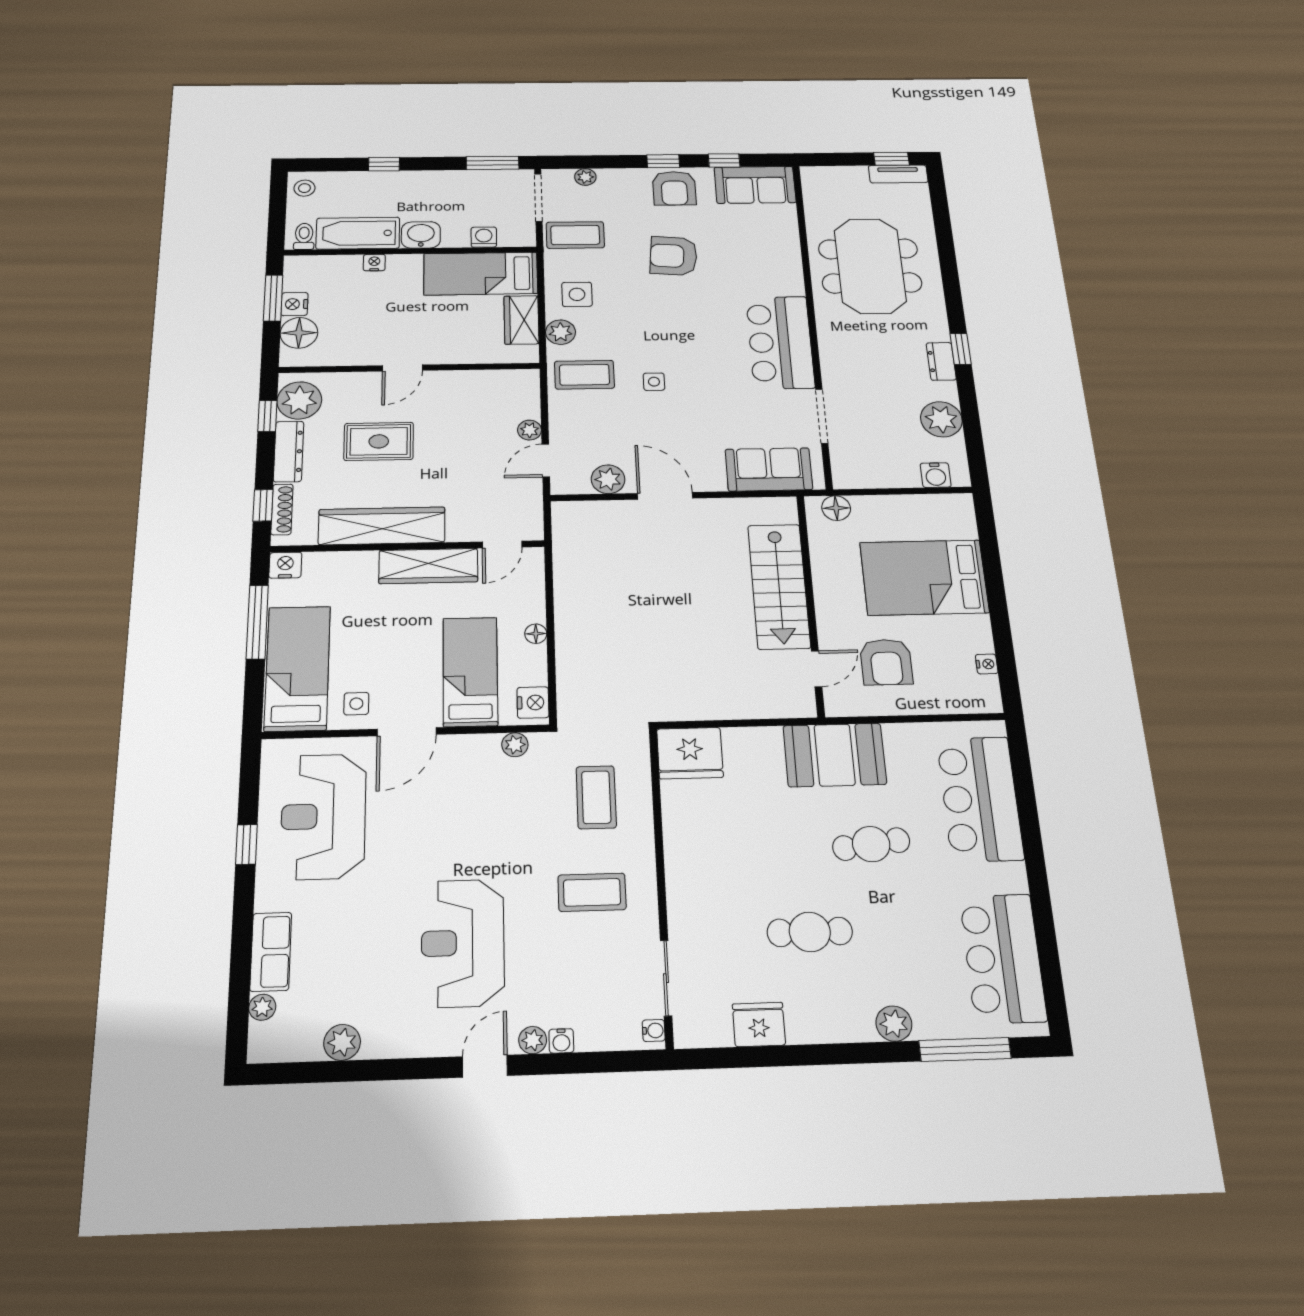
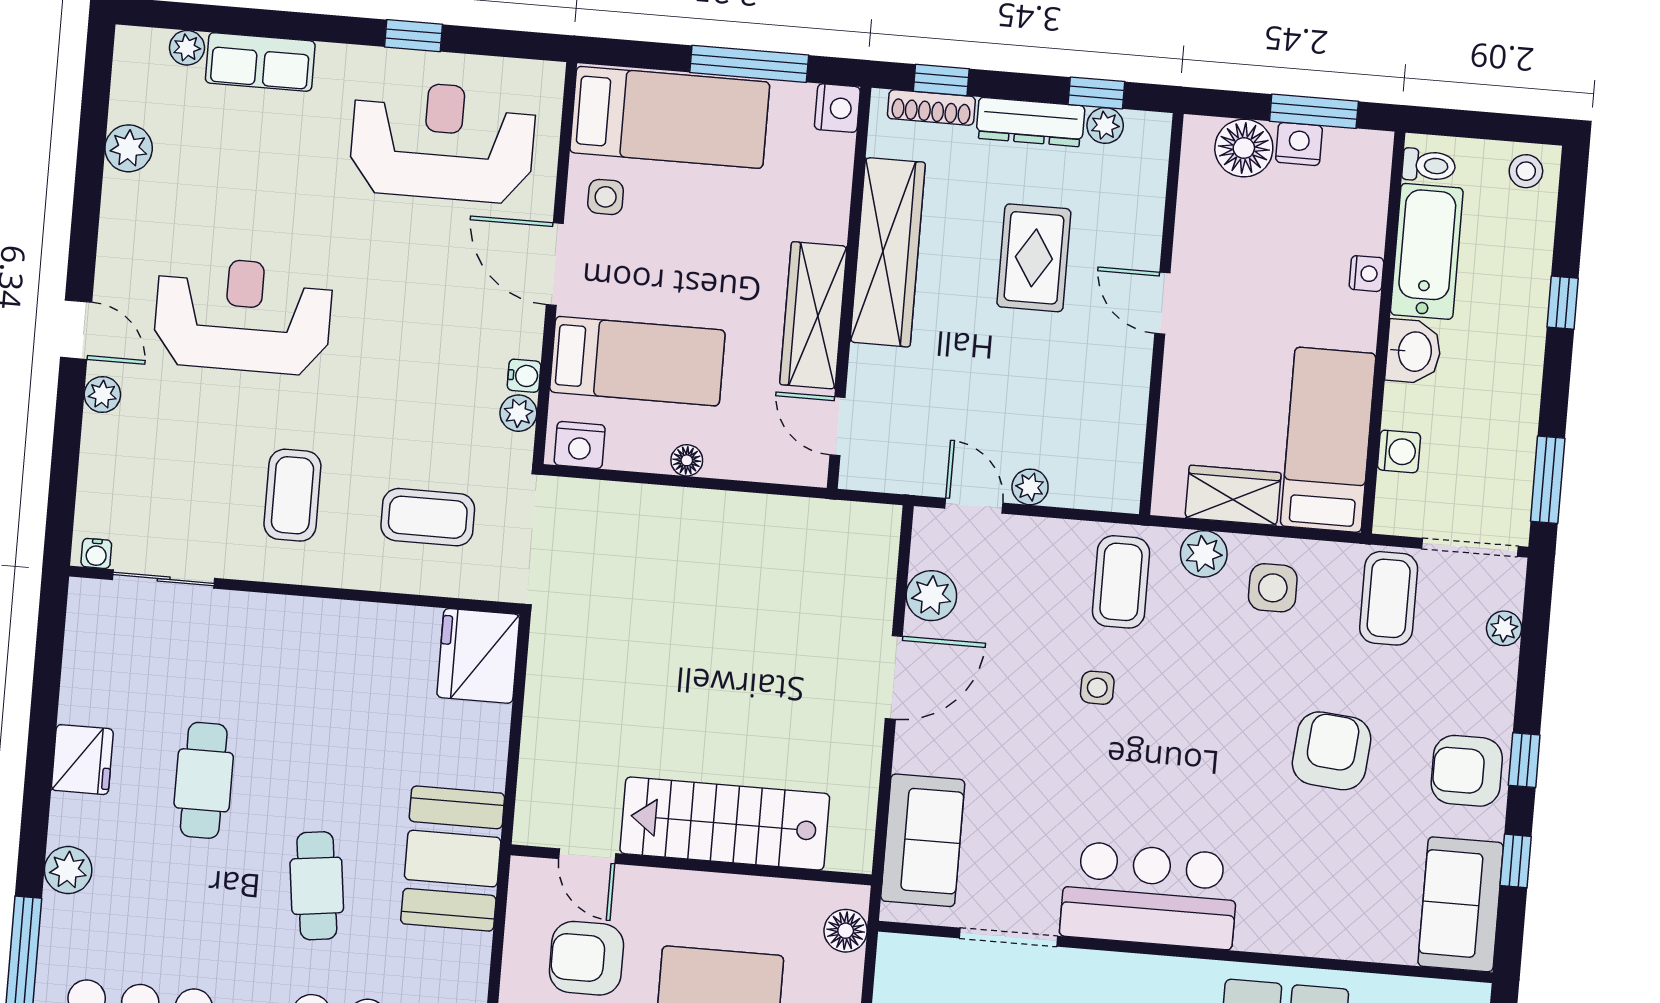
plant: (299, 400) -> (1105, 125), width x0.53, depth x0.53
fridge: (759, 1024) -> (82, 760), moved
water cooler: (561, 1041) -> (524, 376), moved, turned 180

